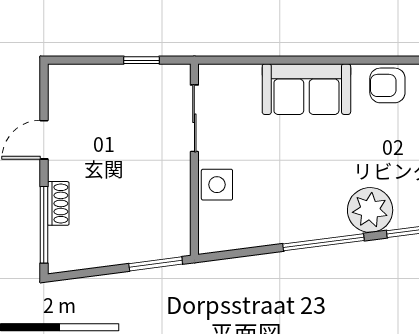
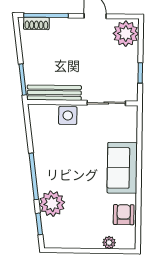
plant: (74, 86) -> (126, 34), added
shoe rack: (58, 203) -> (36, 23), moved
bench: (178, 209) -> (54, 93), added

